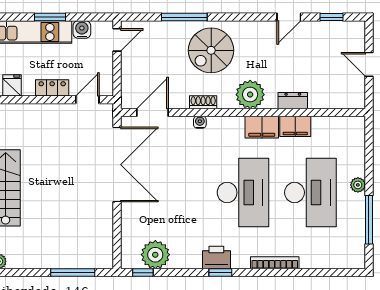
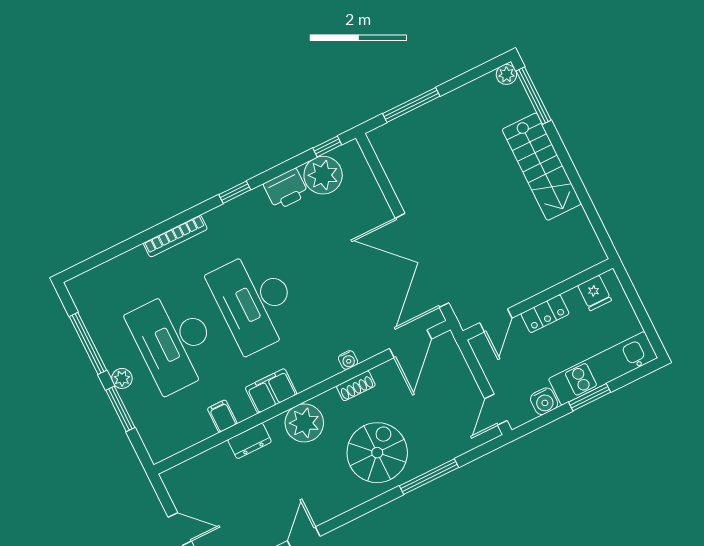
filing cabinet: (295, 126) -> (222, 416), width x0.50
window: (369, 165) -> (120, 409), added
printer: (216, 257) -> (286, 189), moved

